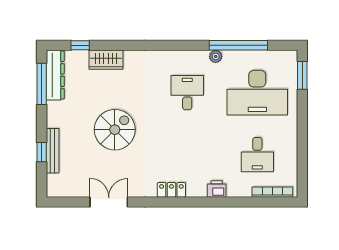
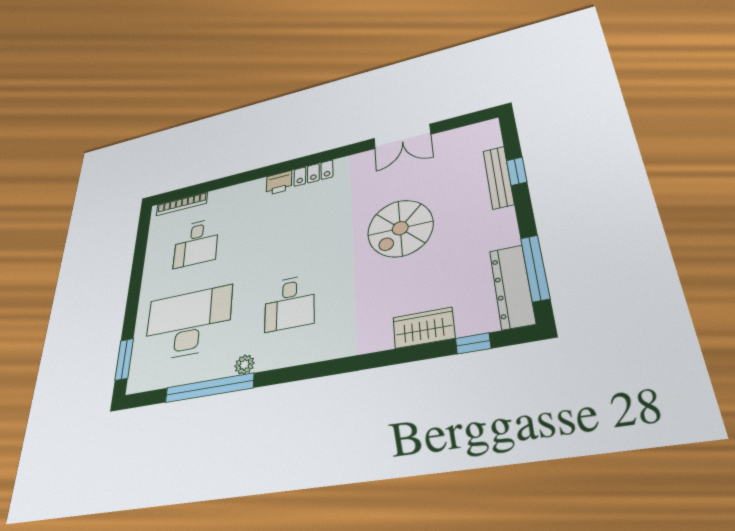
desk: (257, 155) -> (196, 243), turned 180
printer: (217, 189) -> (279, 183), moved

